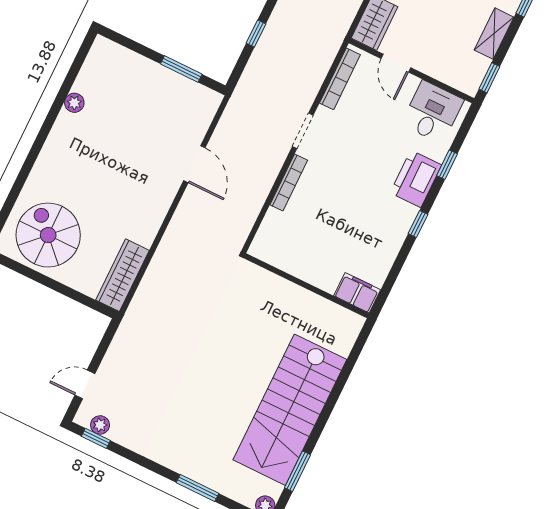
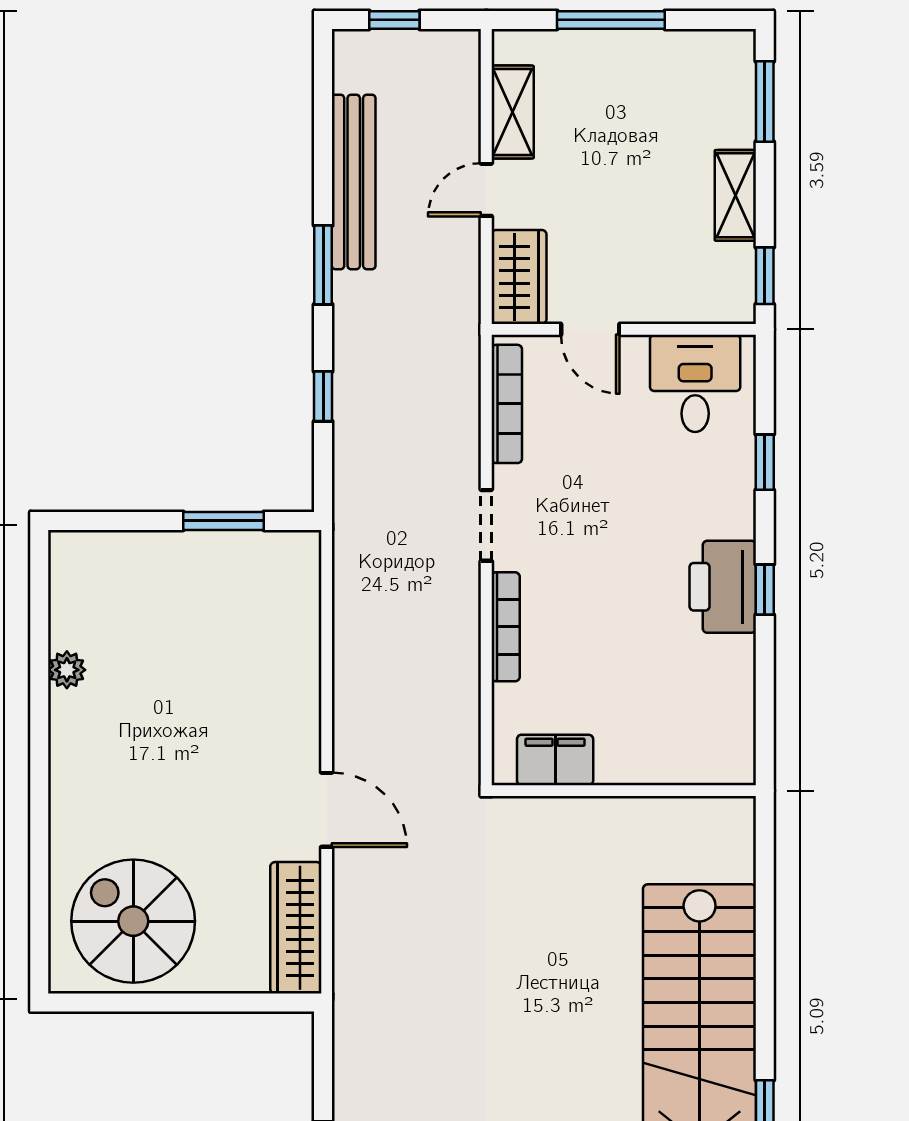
door: (194, 164) -> (327, 810), moved
printer: (416, 179) -> (723, 587), moved
filing cabinet: (357, 293) -> (555, 760), moved

